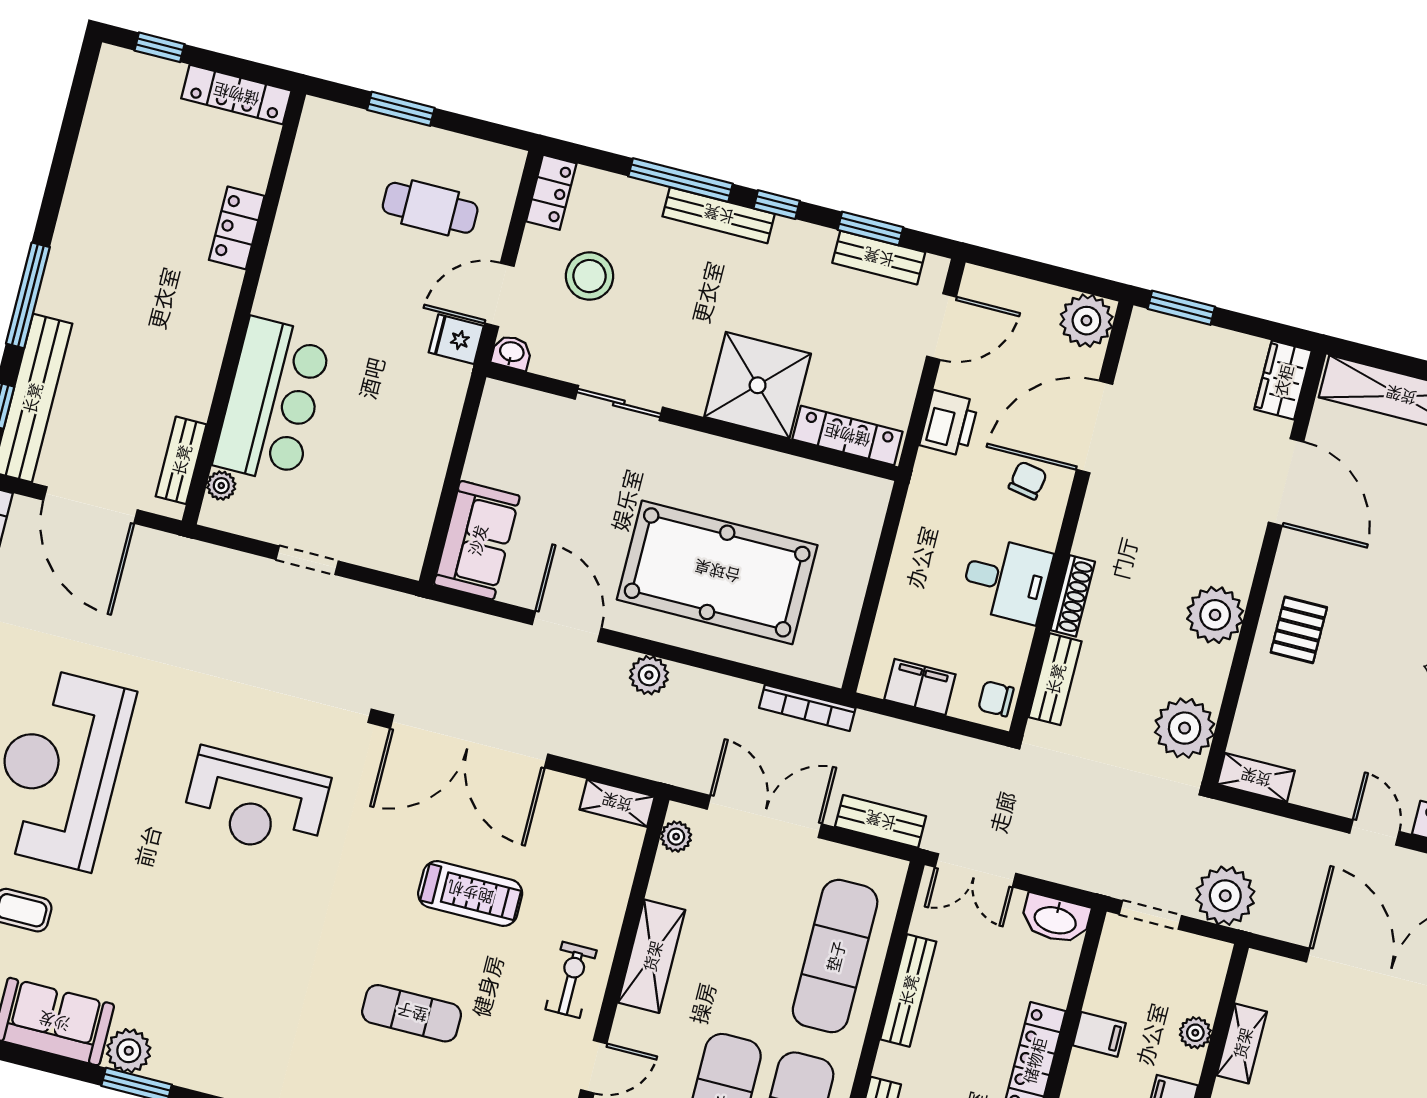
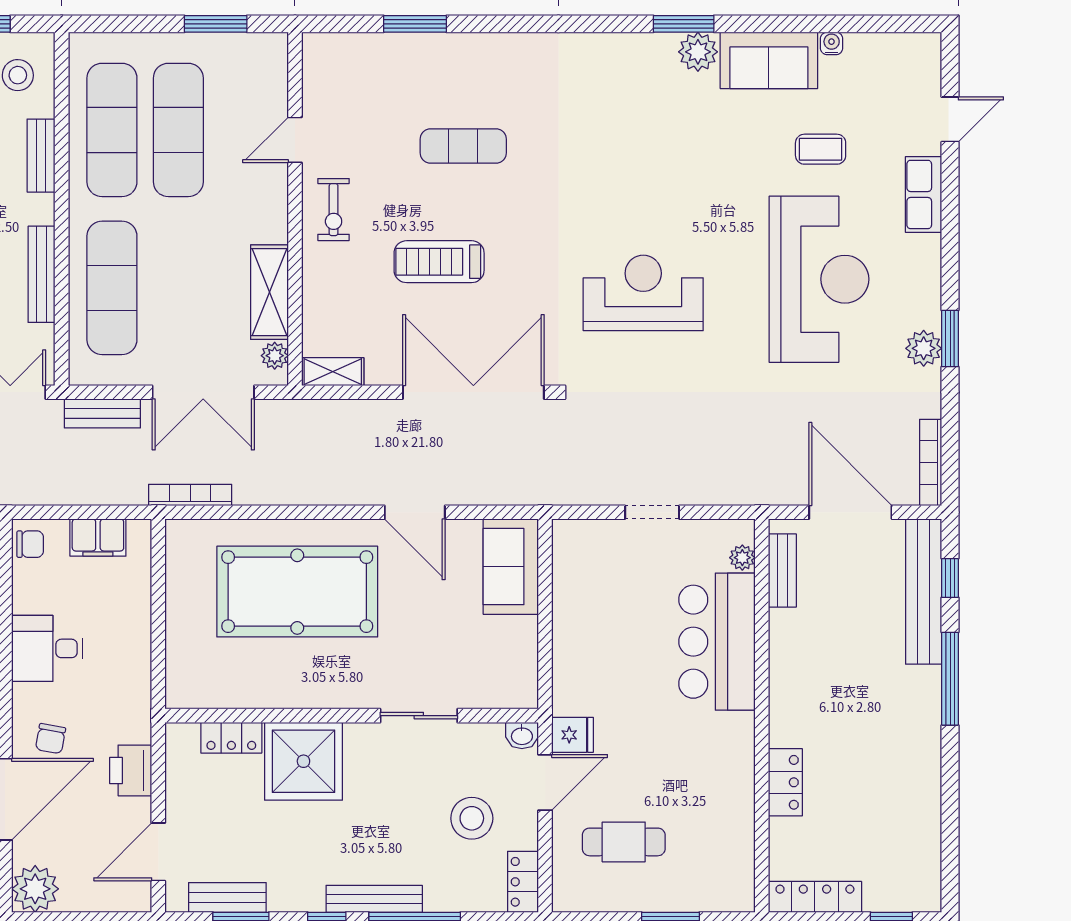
locker: (847, 436) -> (231, 738), width x0.66
plant: (649, 675) -> (333, 488), removed
shelving: (652, 956) -> (269, 292), moved

